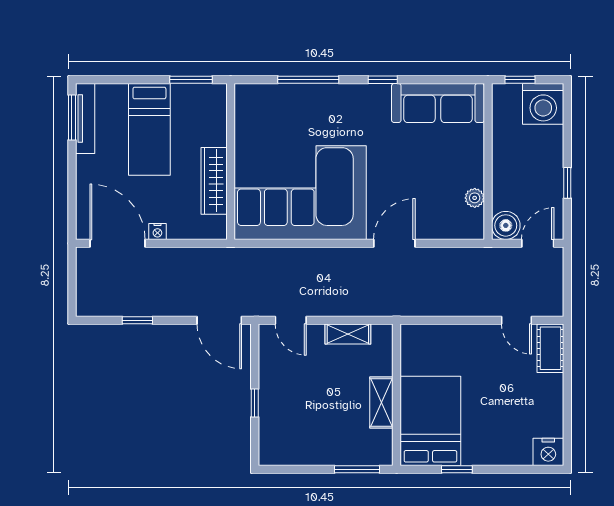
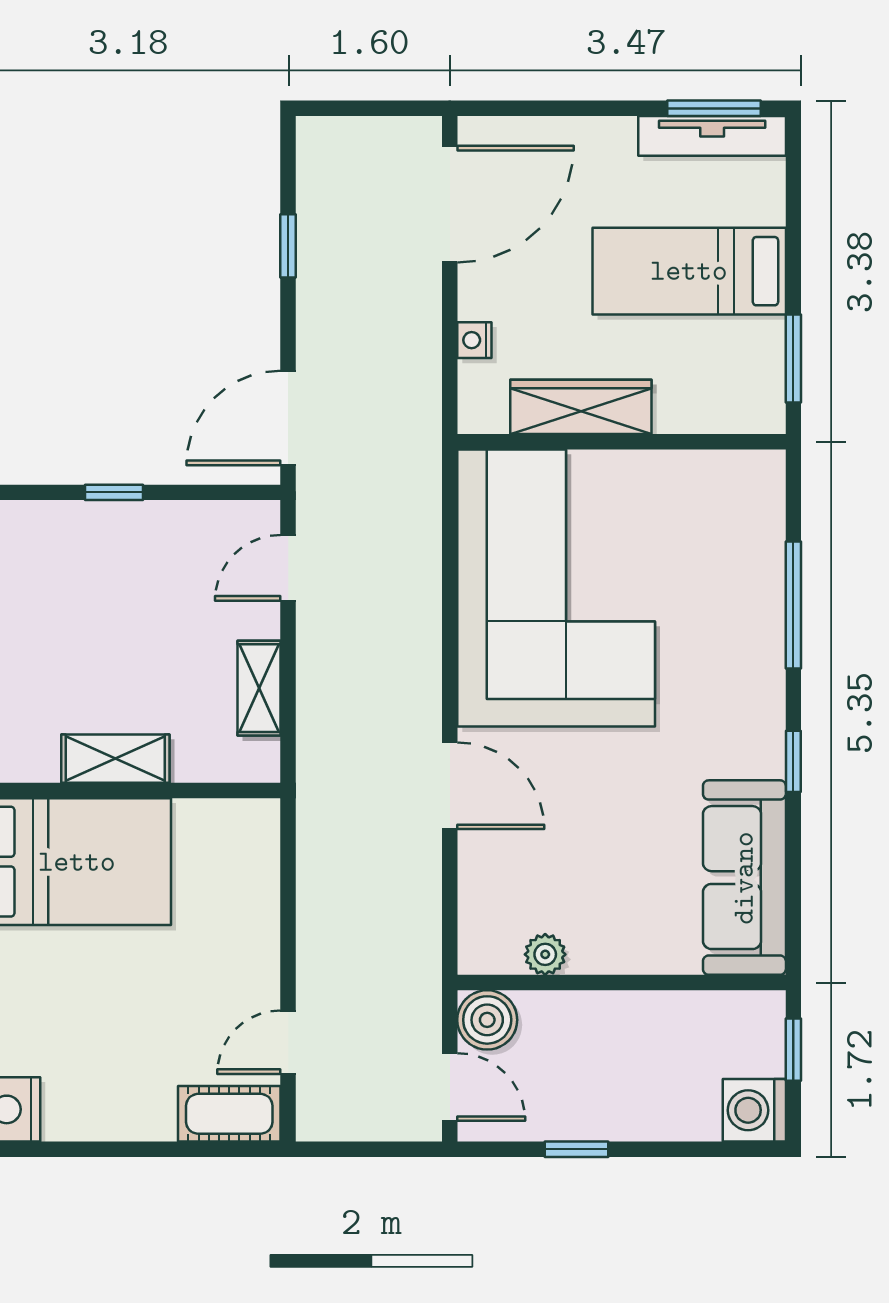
washing machine: (543, 104) -> (754, 1110), width x0.73, depth x0.73
nightstand: (157, 232) -> (474, 340), moved

